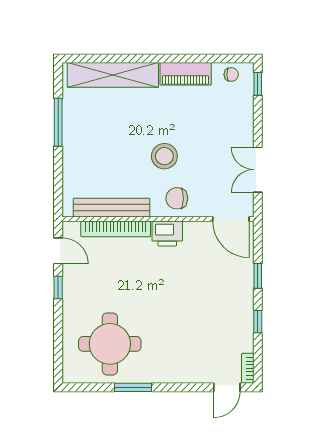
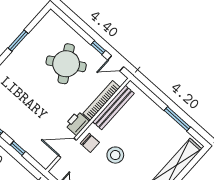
chair: (177, 198) -> (90, 143), turned 90
door: (231, 219) -> (67, 148), moved
round table: (110, 344) -> (66, 64), moved, turned -31

